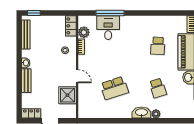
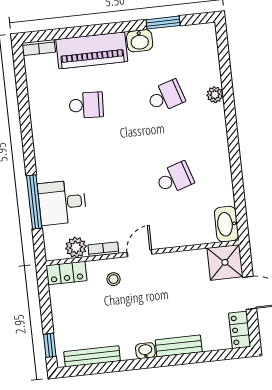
door: (77, 76) -> (140, 253), moved
school desk: (114, 88) -> (175, 178), width x0.54
shower: (67, 95) -> (225, 262), moved
washbasin: (141, 113) -> (226, 224), moved

